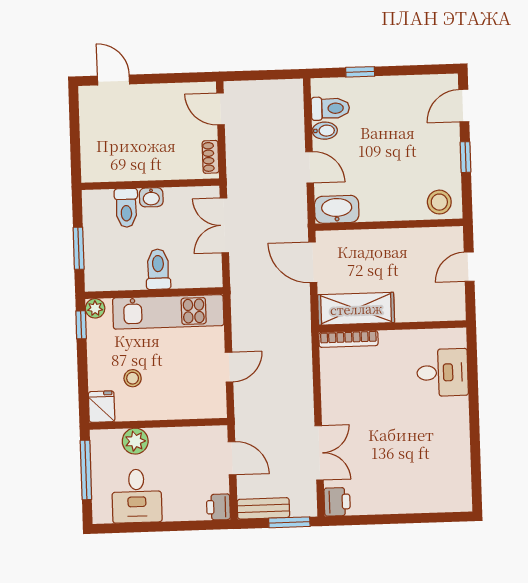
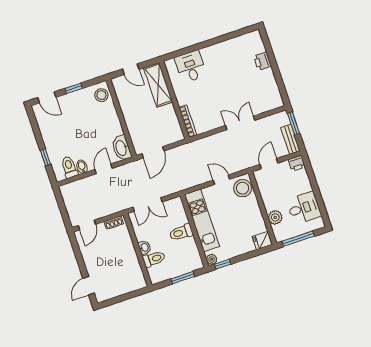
shelving: (356, 309) -> (158, 85), moved
stool: (133, 378) -> (243, 188), moved, width x1.89, depth x1.89
double door: (319, 453) -> (240, 123), moved
printer: (337, 502) -> (262, 61), moved, turned -90

